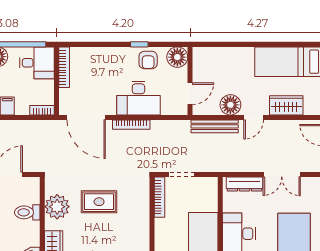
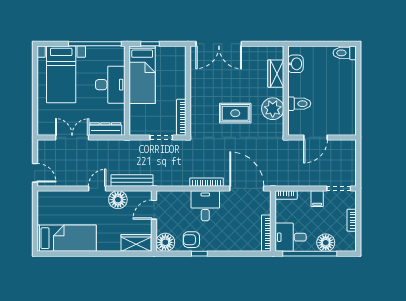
armchair: (148, 60) -> (191, 240), turned -90
desk: (138, 98) -> (205, 206), width x0.73
wardrobe: (286, 105) -> (136, 243), moved, turned 180

